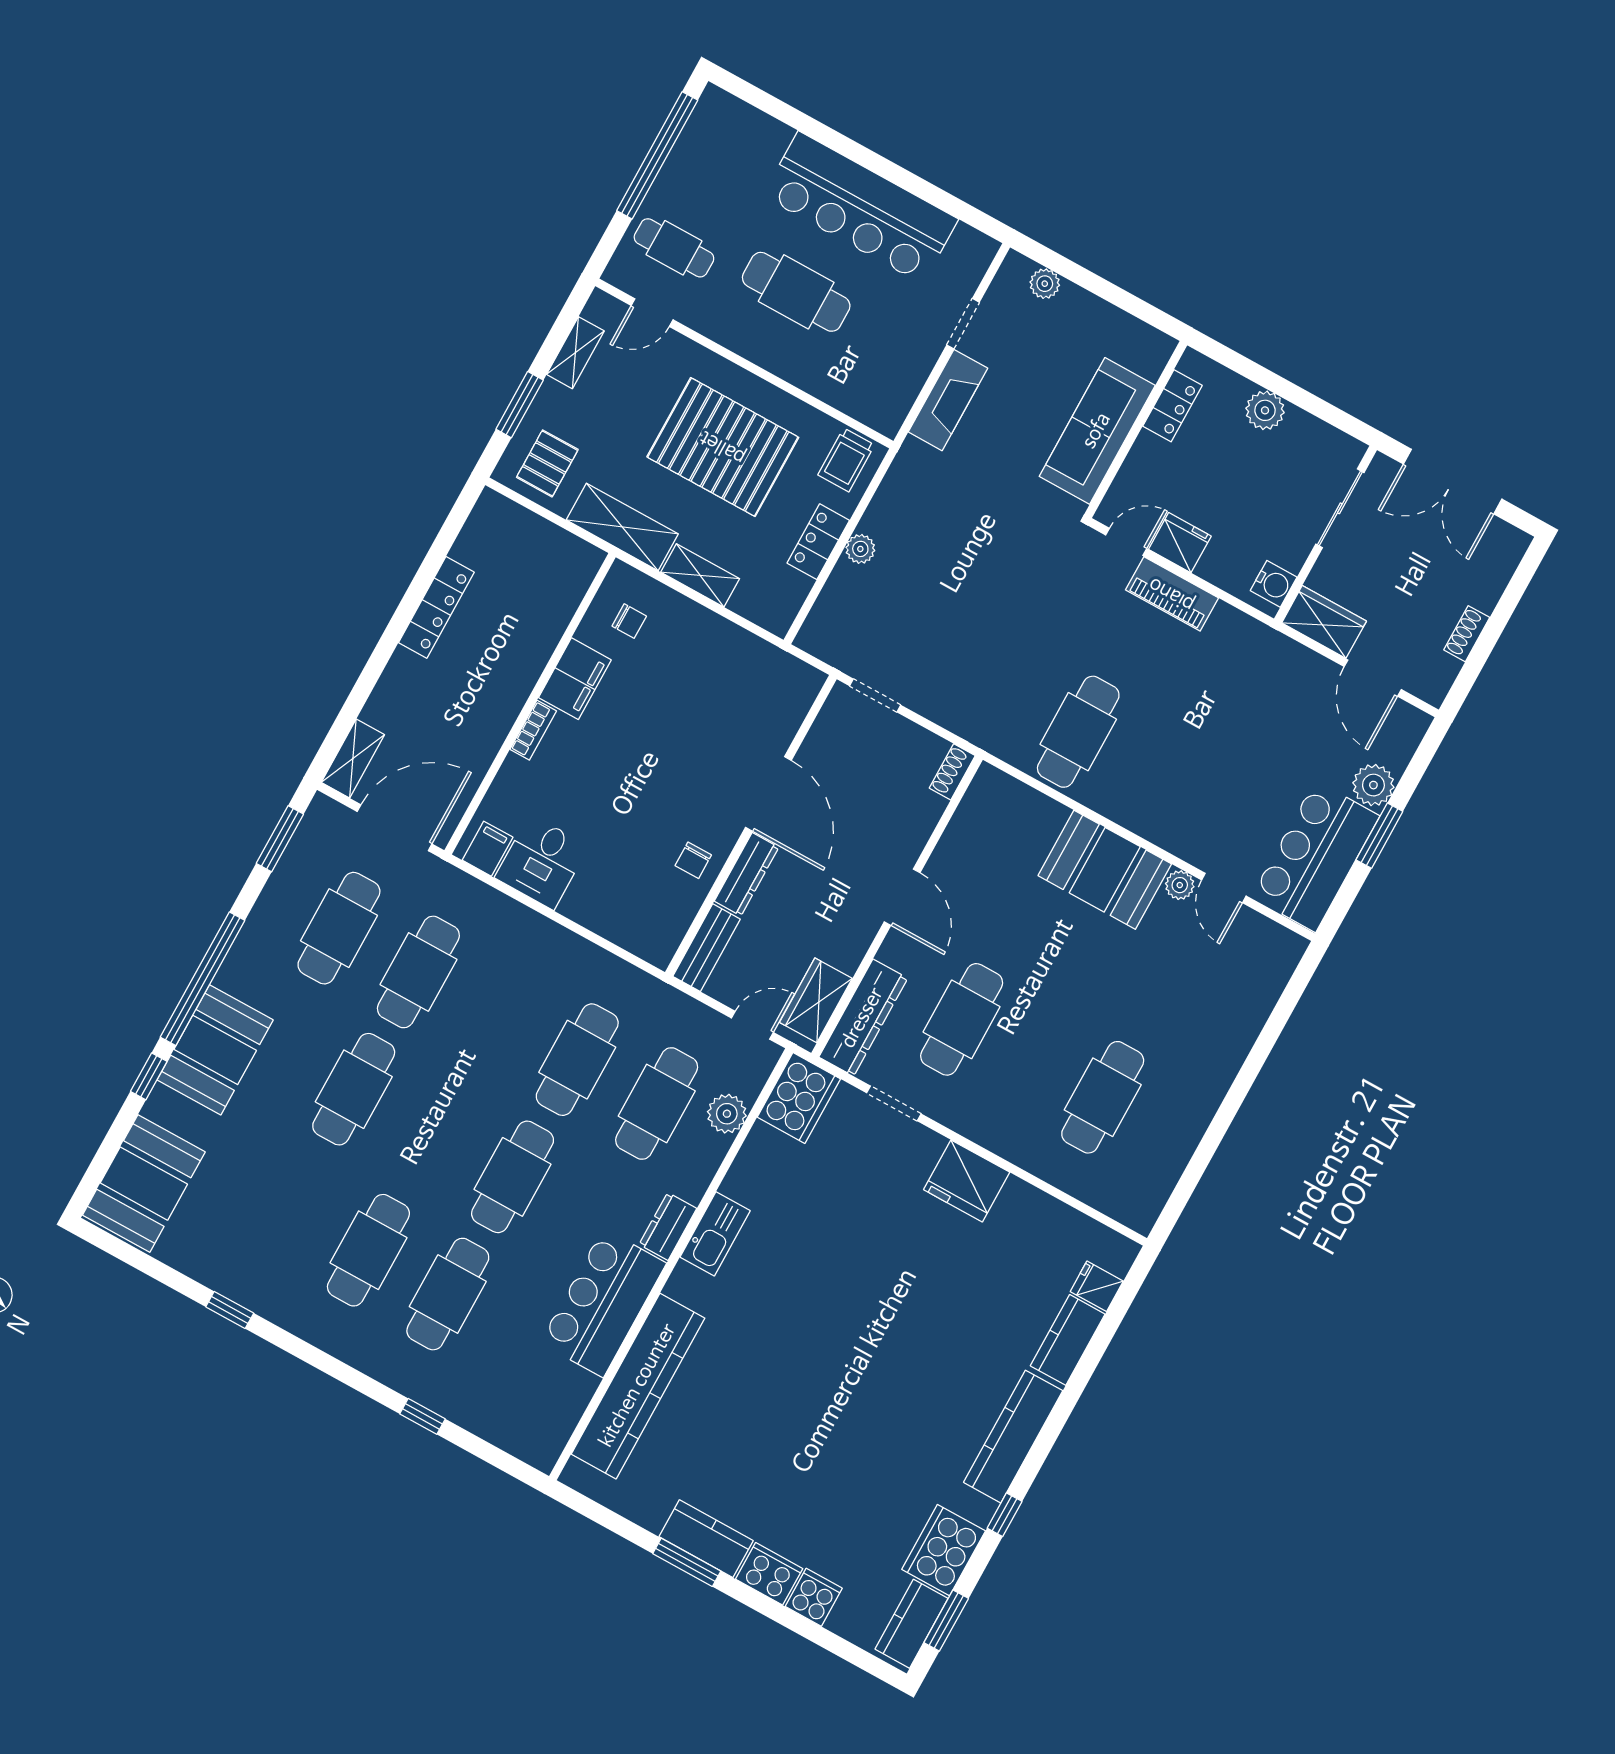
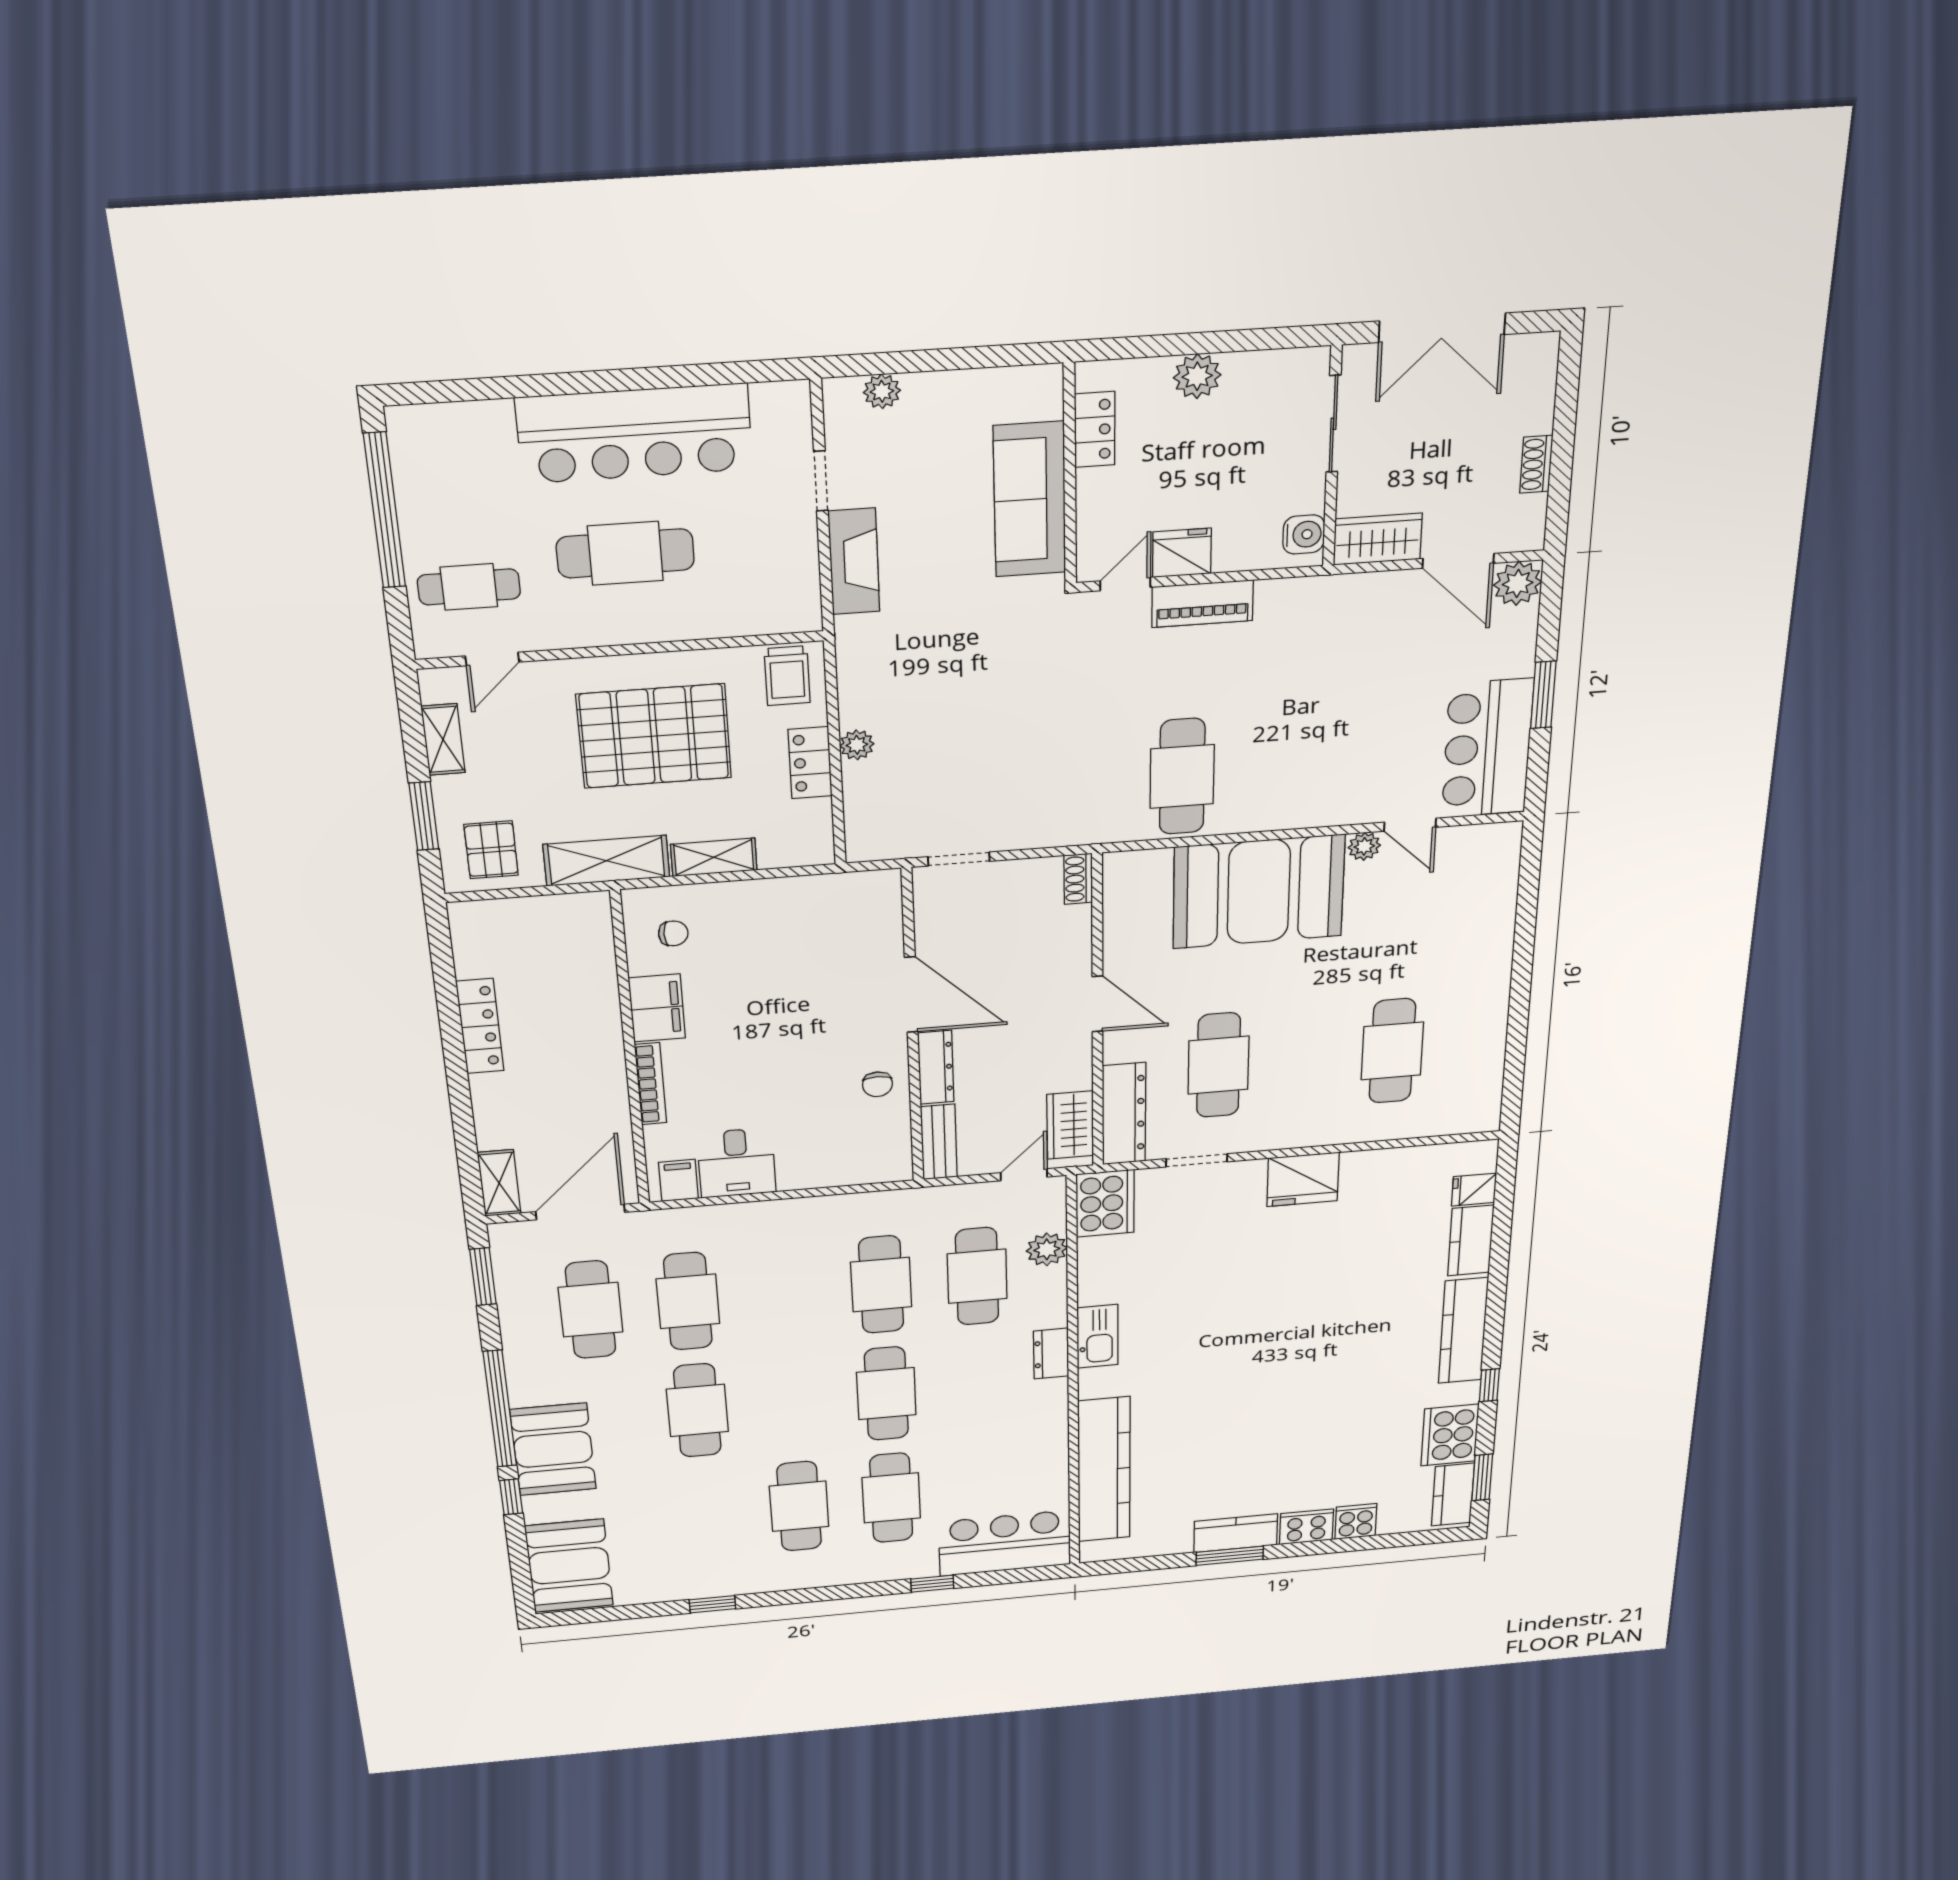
bookcase: (533, 730) -> (651, 1084), width x1.56
plant: (1373, 785) -> (1518, 583), moved
booth: (1105, 870) -> (1259, 892), width x1.36, depth x1.42
bar counter: (603, 1303) -> (1005, 1543), moved, turned 90

